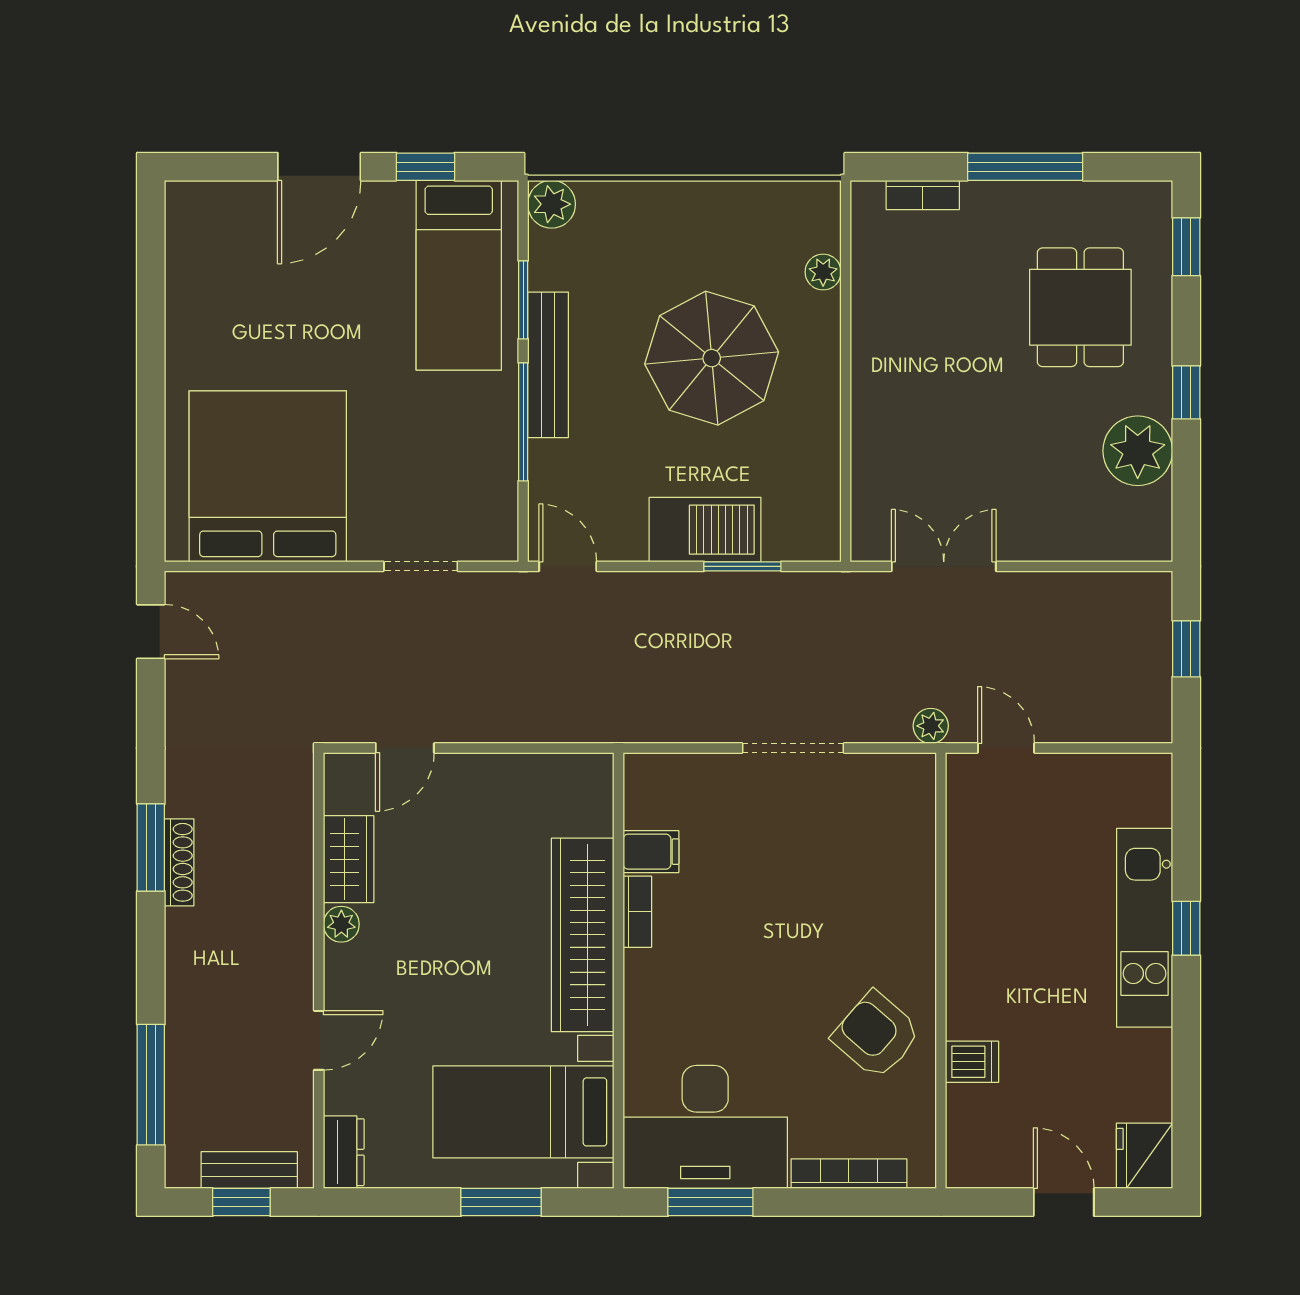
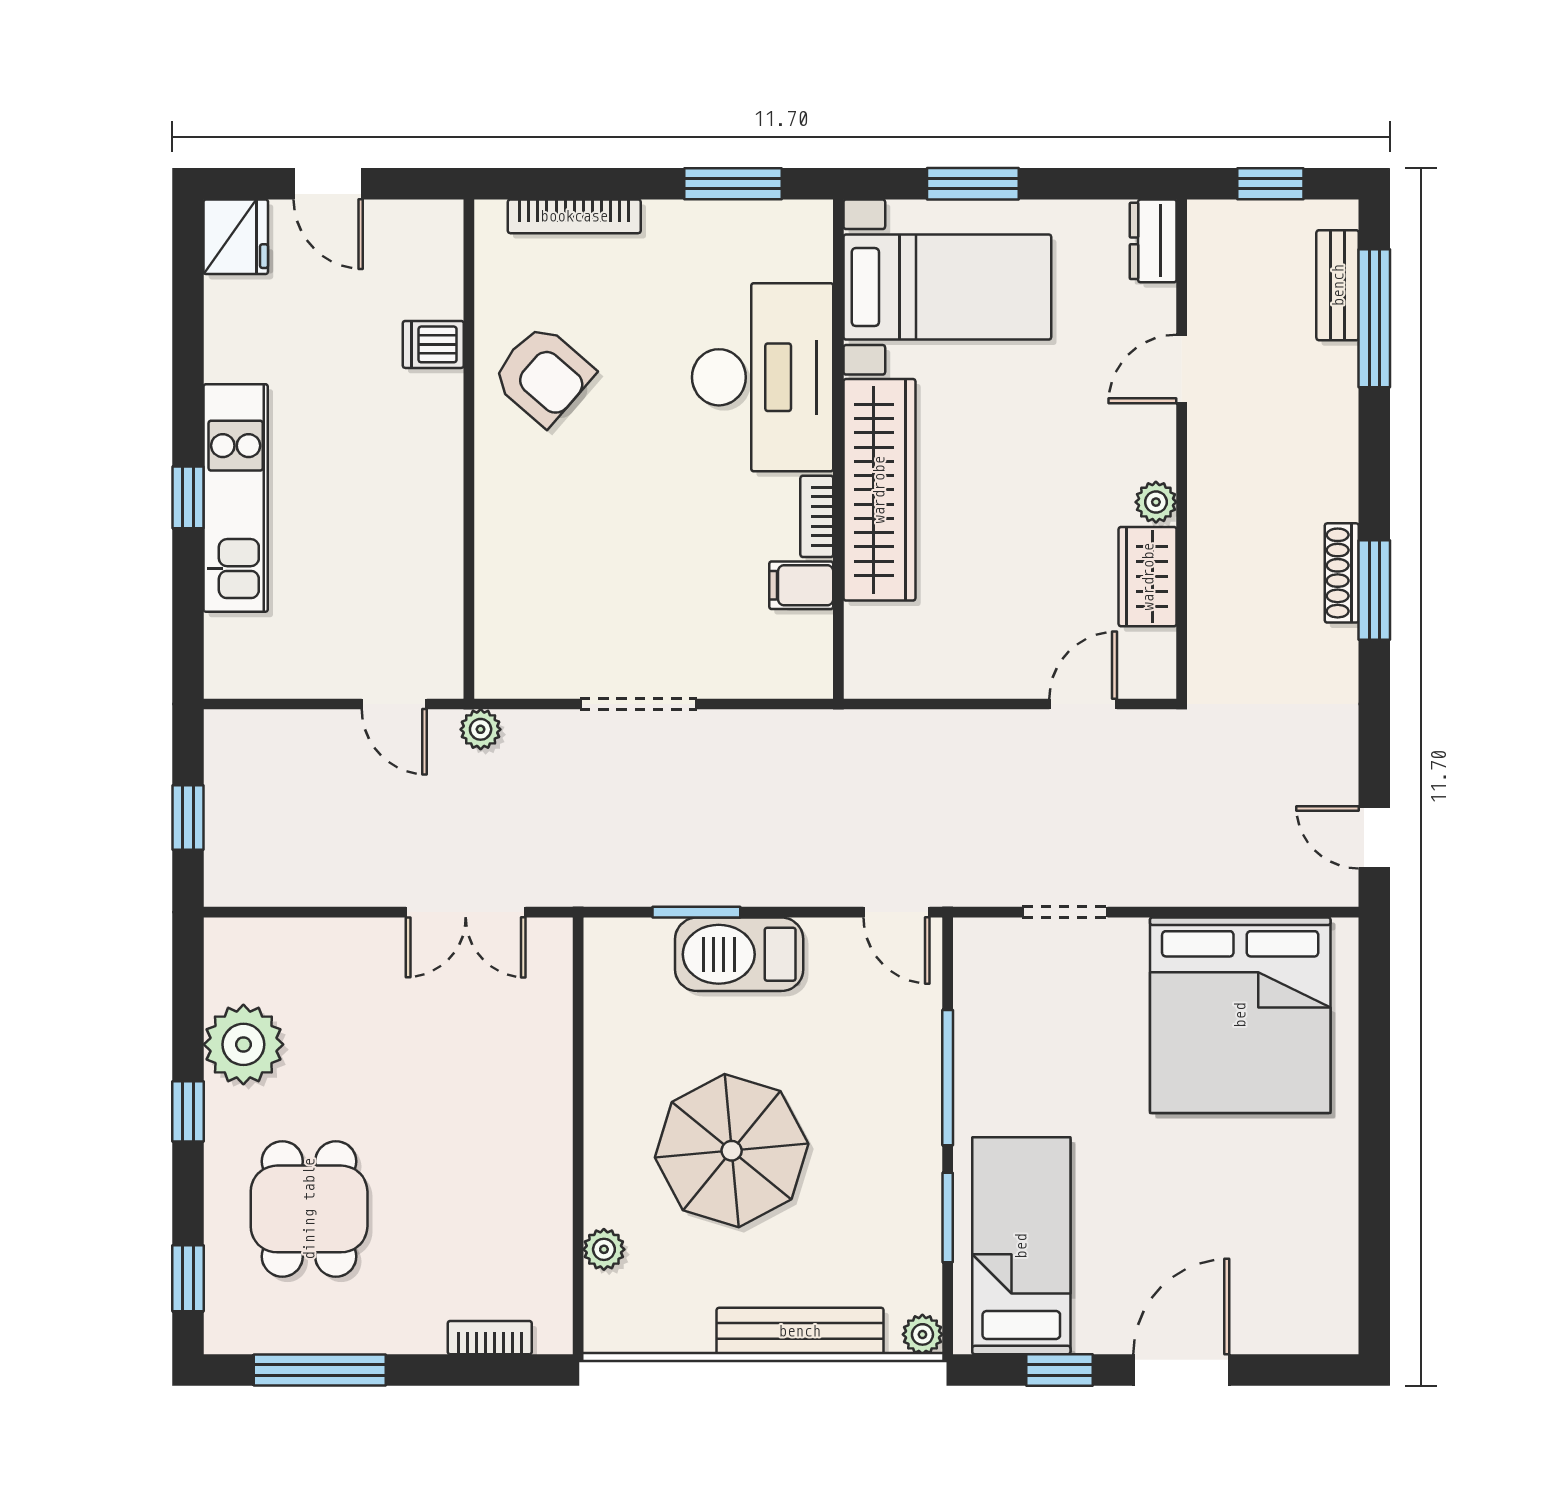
window: (1025, 167) -> (320, 1370), moved
plant: (552, 204) -> (922, 1334), width x0.73, depth x0.73
bench: (548, 365) -> (800, 1331), moved, turned 90
desk: (705, 1127) -> (763, 377), moved, turned 90
bench: (249, 1170) -> (1338, 285), moved, turned 90

